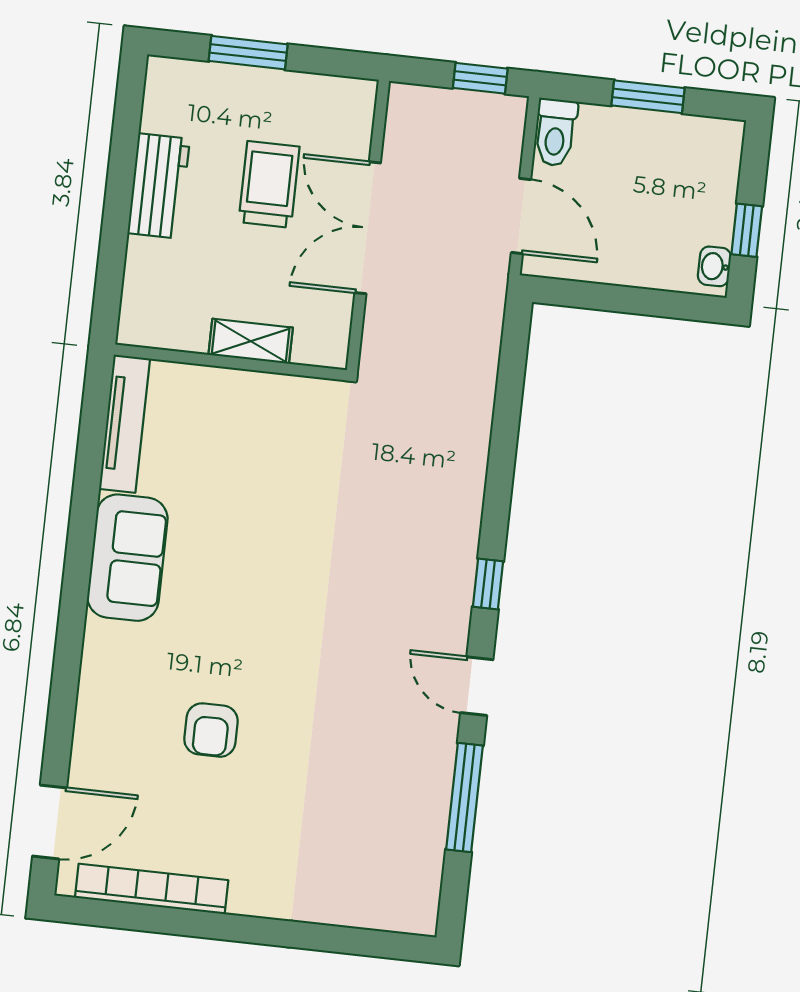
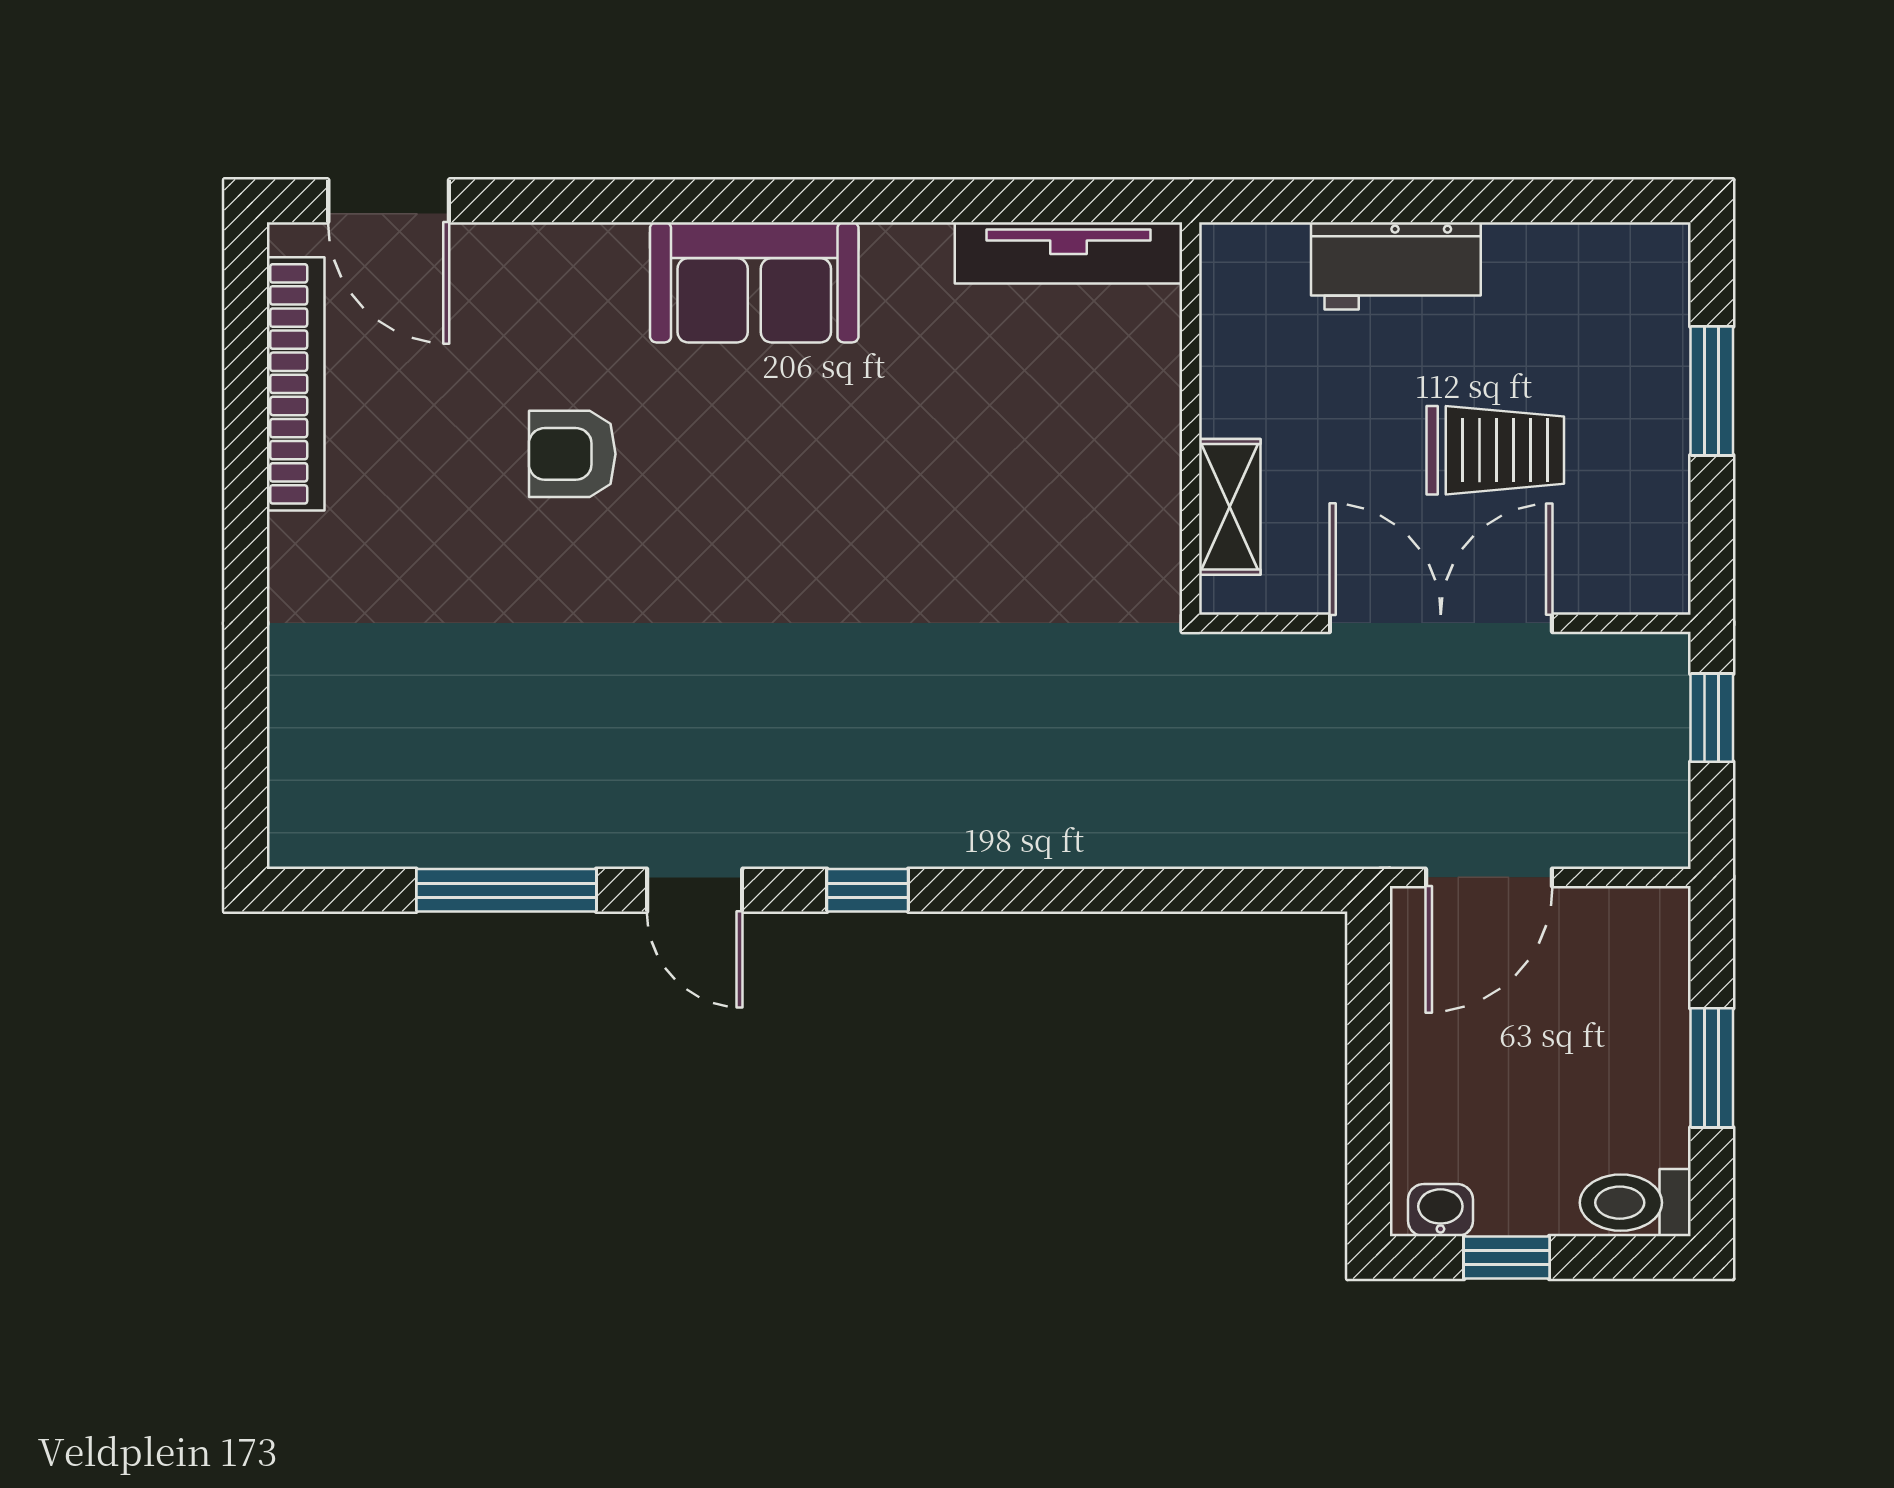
window: (480, 78) -> (1712, 718), moved
toilet: (555, 132) -> (1635, 1203), moved
workbench: (159, 186) -> (1396, 266), moved
shelving: (251, 341) -> (1230, 507), moved
sofa: (127, 558) -> (754, 282), moved
door: (477, 686) -> (695, 890), swing flipped

